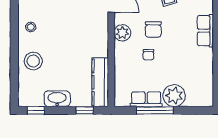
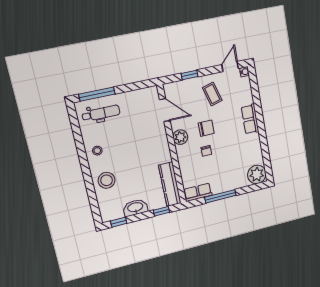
chair: (153, 30) -> (206, 128), turned -90
plant: (174, 96) -> (257, 174), moved
row of seats: (146, 99) -> (198, 192), moved

